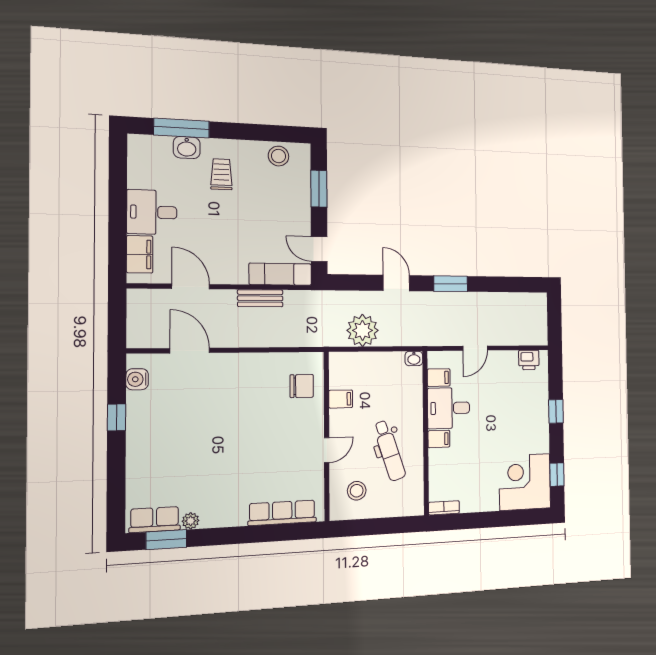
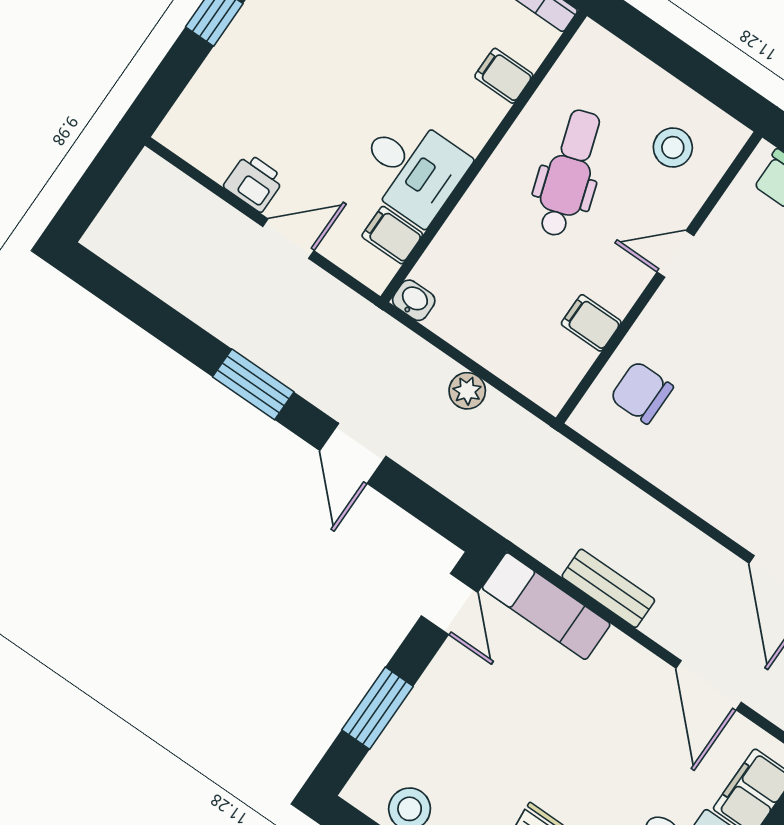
plant: (362, 330) -> (467, 391), width x0.53, depth x0.53
printer: (529, 360) -> (254, 182), moved
filing cabinet: (439, 439) -> (504, 76), moved

